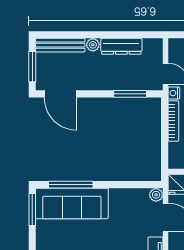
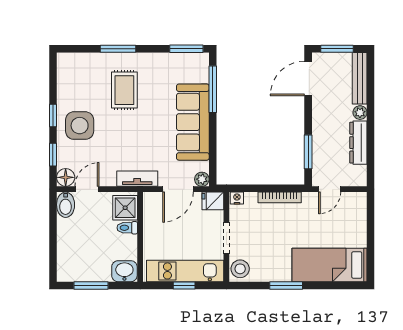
nightstand: (174, 93) -> (237, 198), moved
sofa: (72, 203) -> (193, 122), moved

